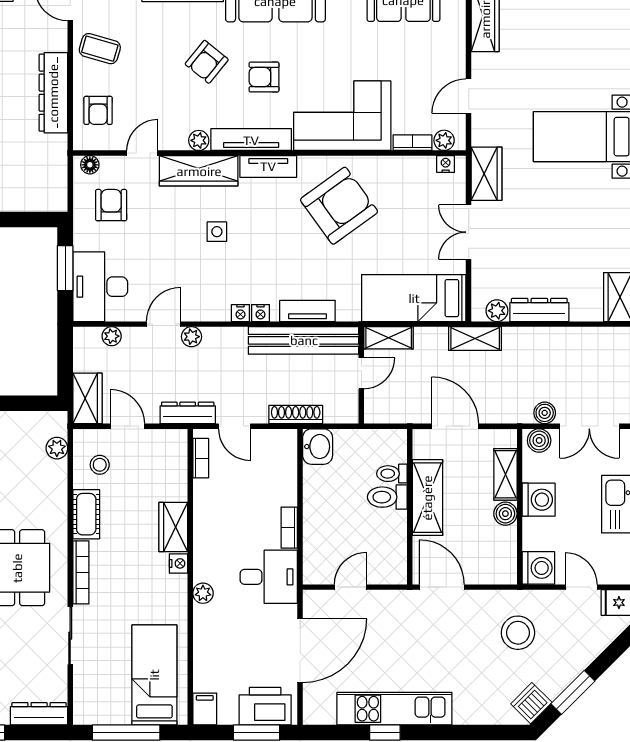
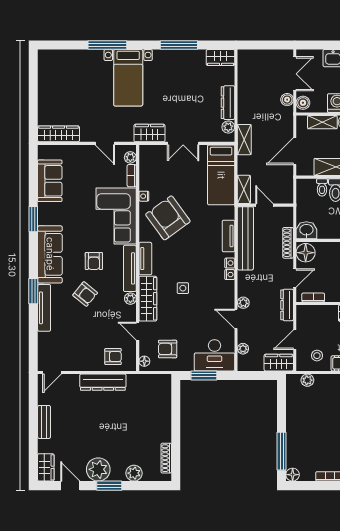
coffee table: (100, 49) -> (78, 356), removed
nightstand: (446, 164) -> (144, 196), moved
floor lamp: (279, 445) -> (306, 253), added

